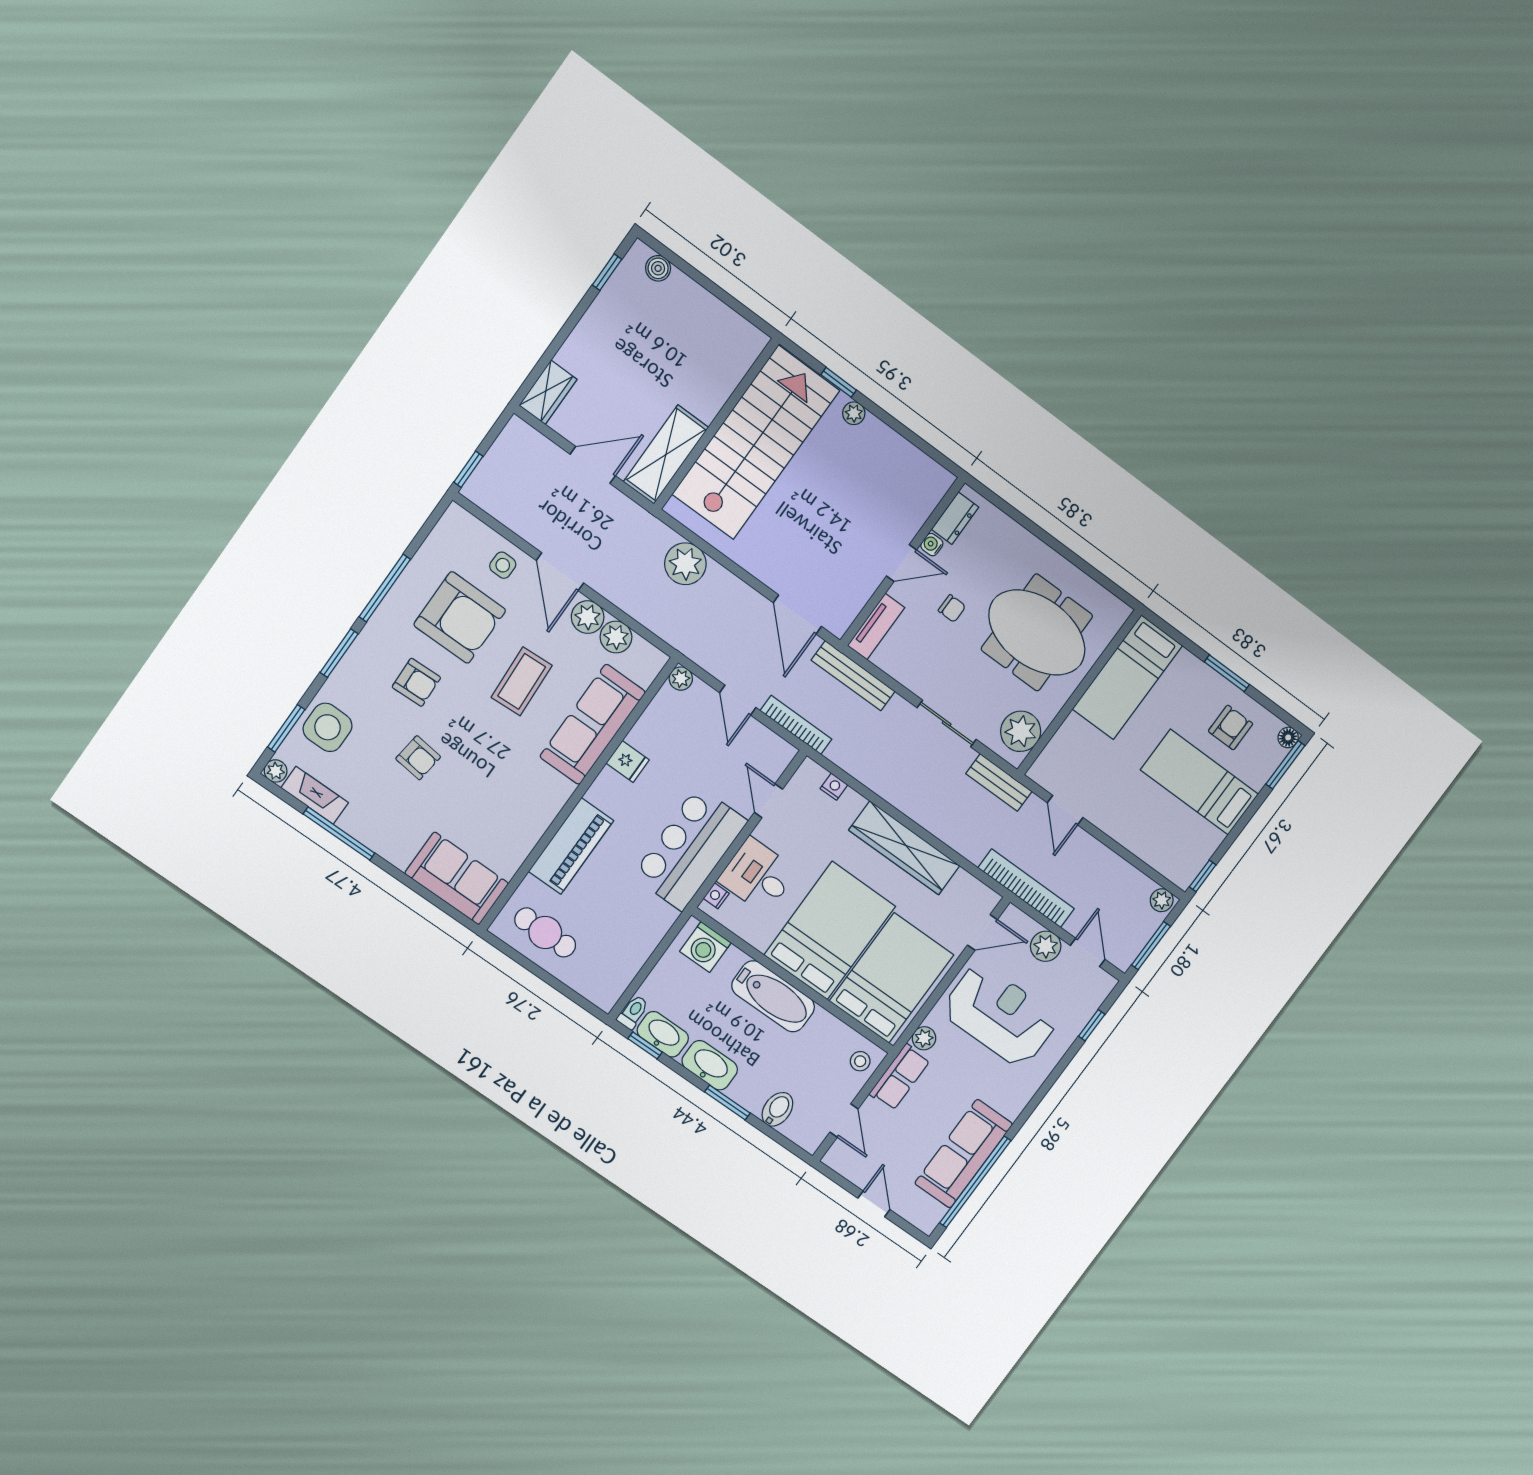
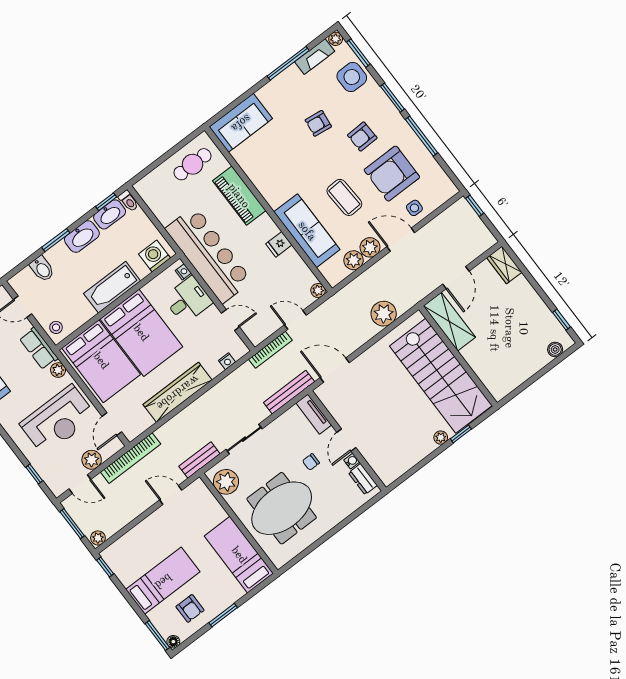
bar counter: (690, 848) -> (209, 255), width x1.36

